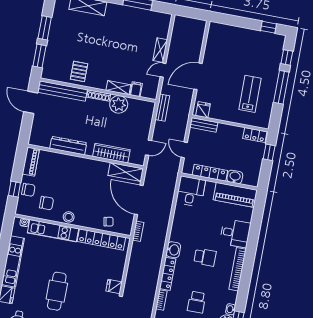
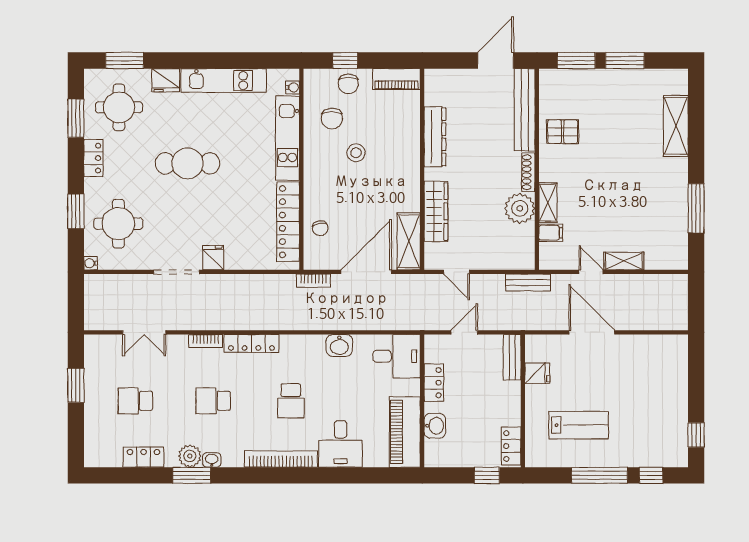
fridge: (203, 110) -> (537, 373), moved
locker: (210, 173) -> (434, 383), width x0.66
stool: (69, 217) -> (356, 153), moved
washbasin: (173, 250) -> (339, 345), moved

